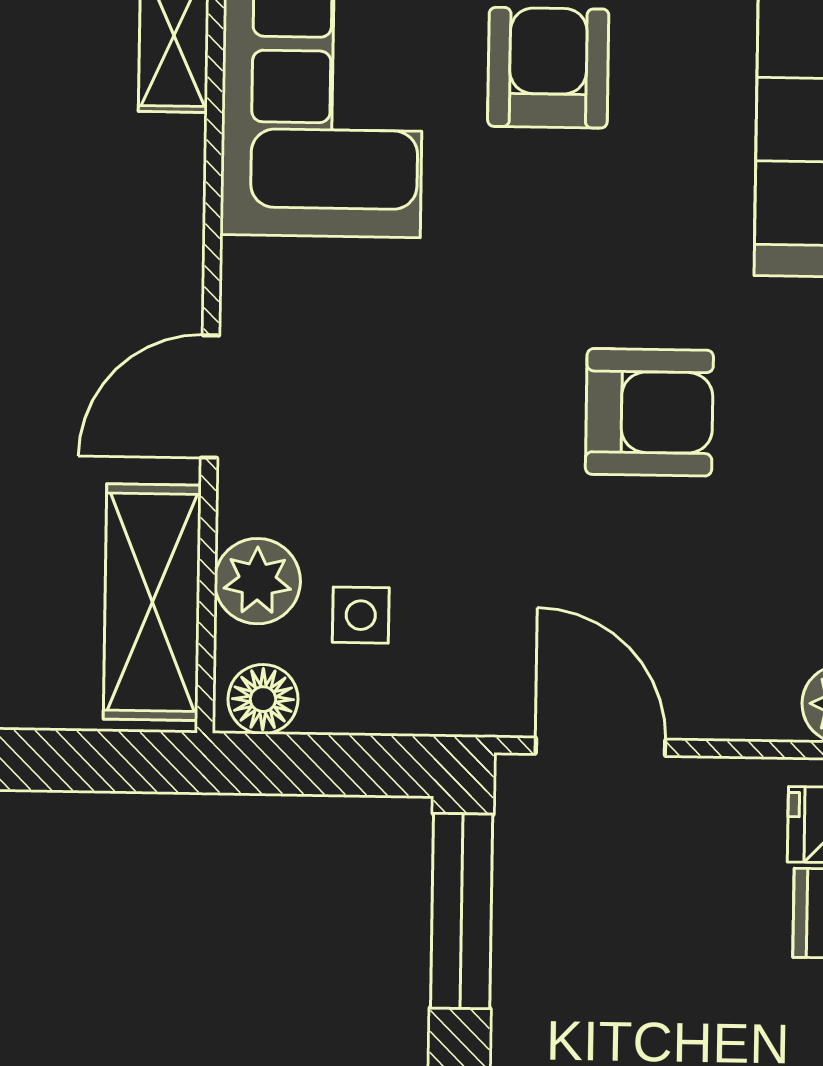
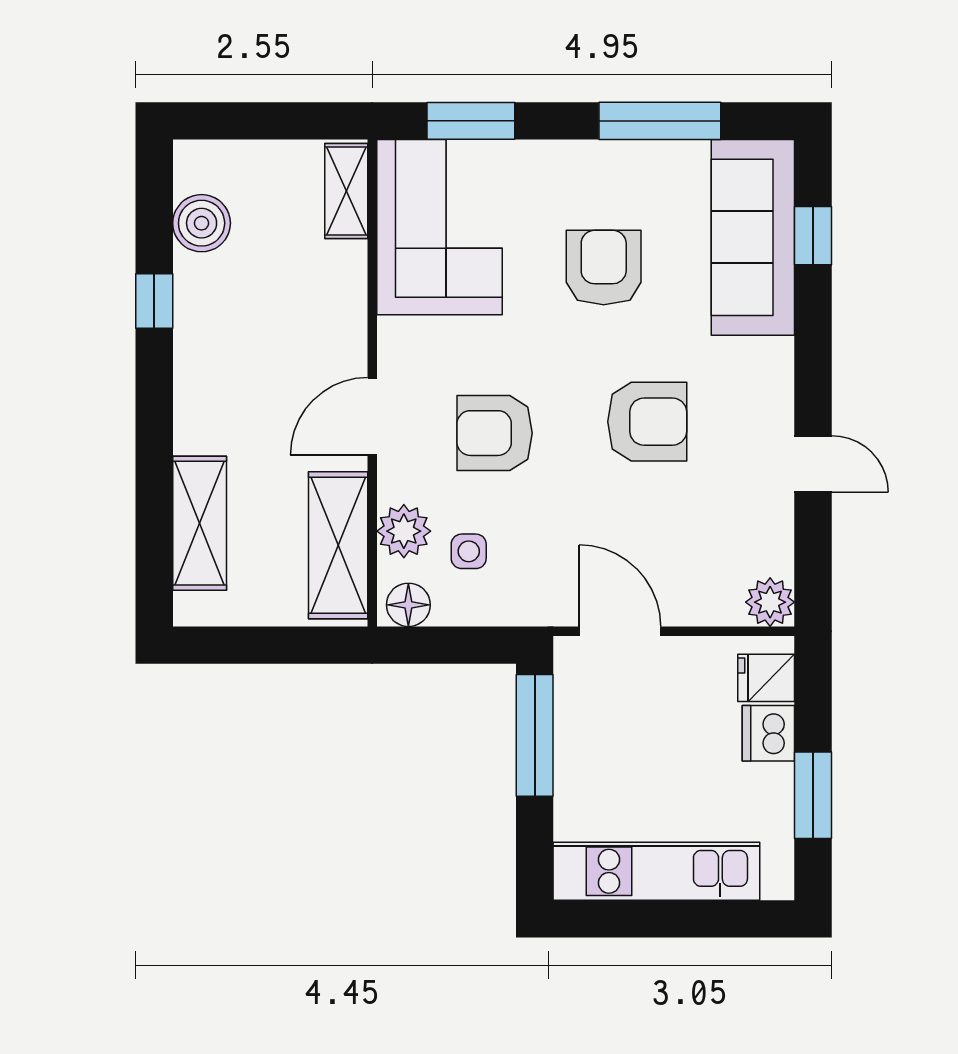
armchair: (548, 68) -> (604, 267), moved
armchair: (405, 427) -> (495, 433), added

